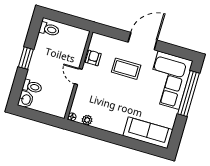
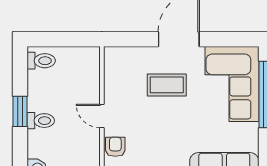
armchair: (93, 58) -> (115, 147), moved
toilet: (32, 86) -> (41, 121), moved

